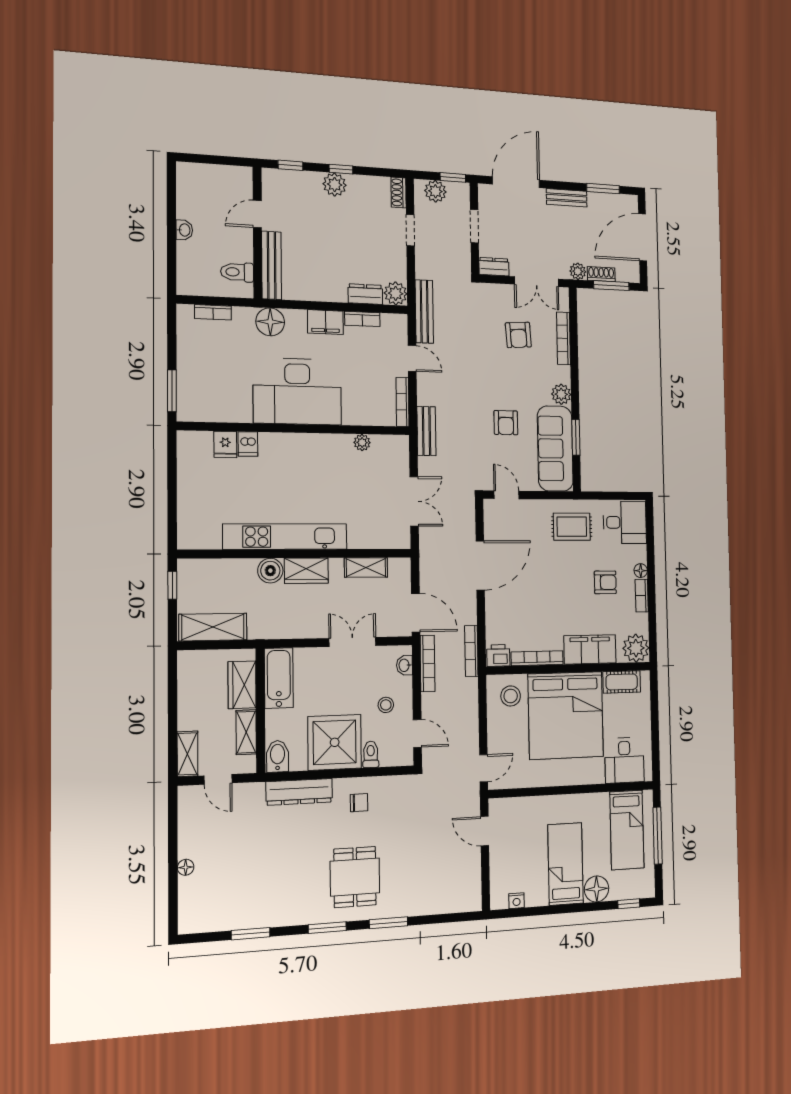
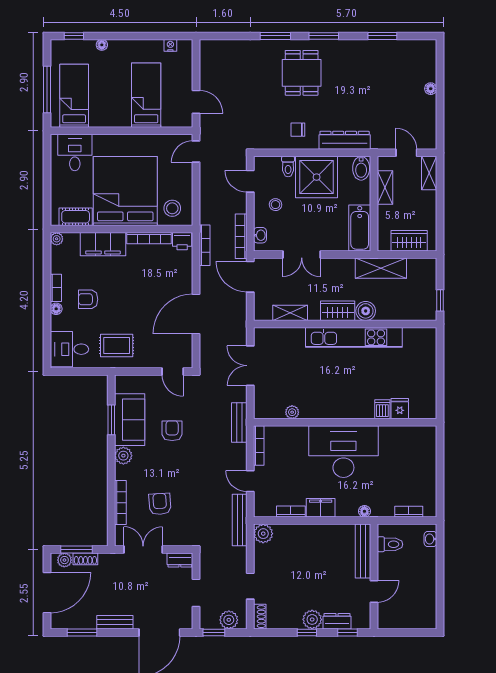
washbasin: (184, 230) -> (430, 539), moved
plant: (578, 271) -> (64, 560), moved
dresser: (365, 294) -> (337, 621), moved, turned 180
floor lamp: (270, 322) -> (364, 511), width x0.53, depth x0.53
window: (172, 391) -> (440, 449), removed
sofa: (555, 449) -> (130, 420), width x0.73
shelving: (213, 627) -> (381, 268), moved
plant: (636, 648) -> (57, 239), width x0.53, depth x0.53
wardrobe: (242, 685) -> (409, 241), moved, turned -90
bed: (566, 864) -> (146, 95), moved, turned 180
floor lamp: (597, 889) -> (102, 45), width x0.53, depth x0.53

